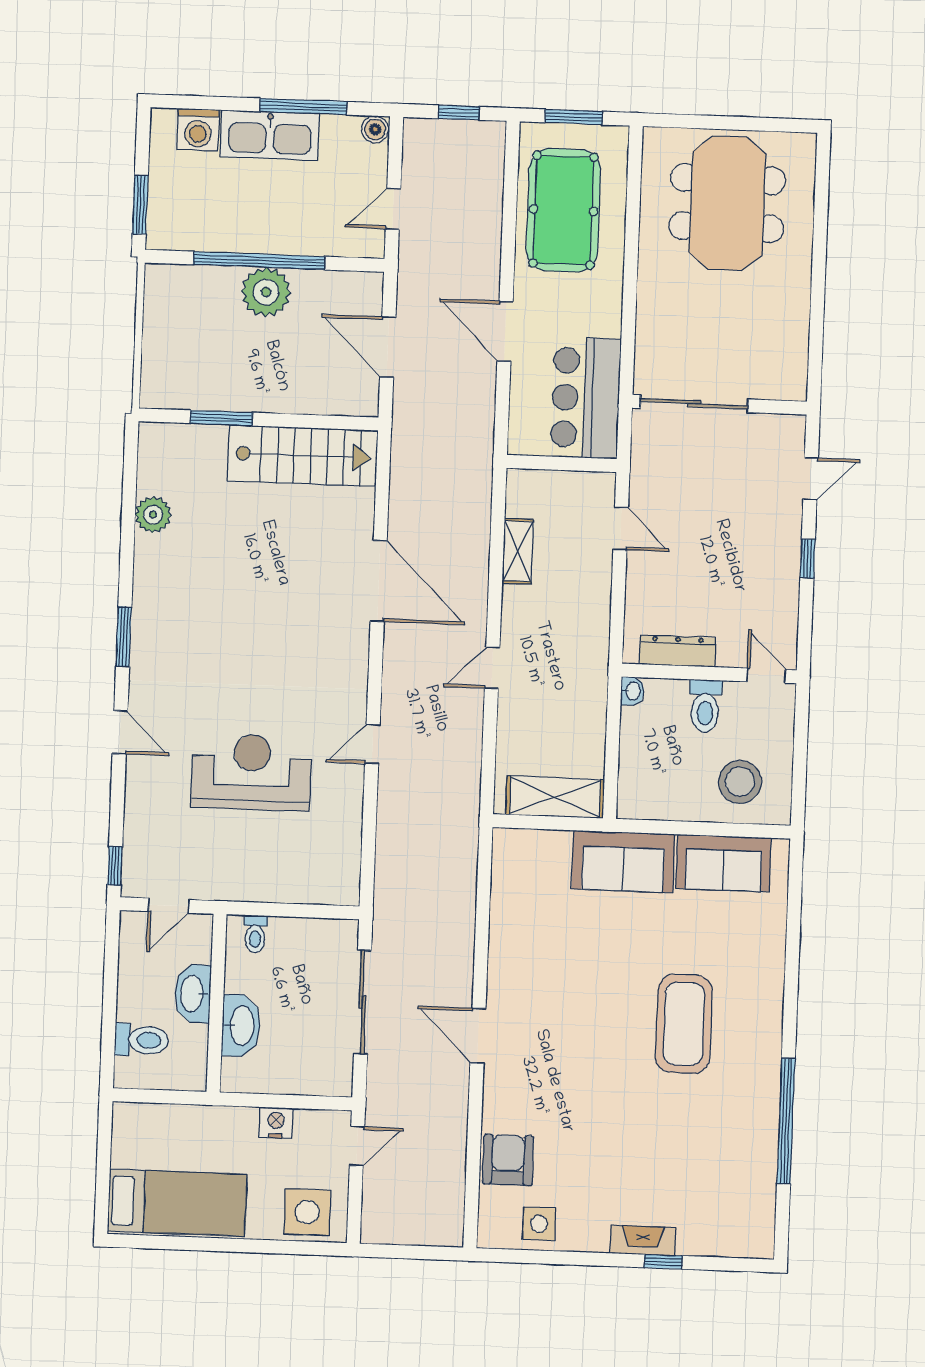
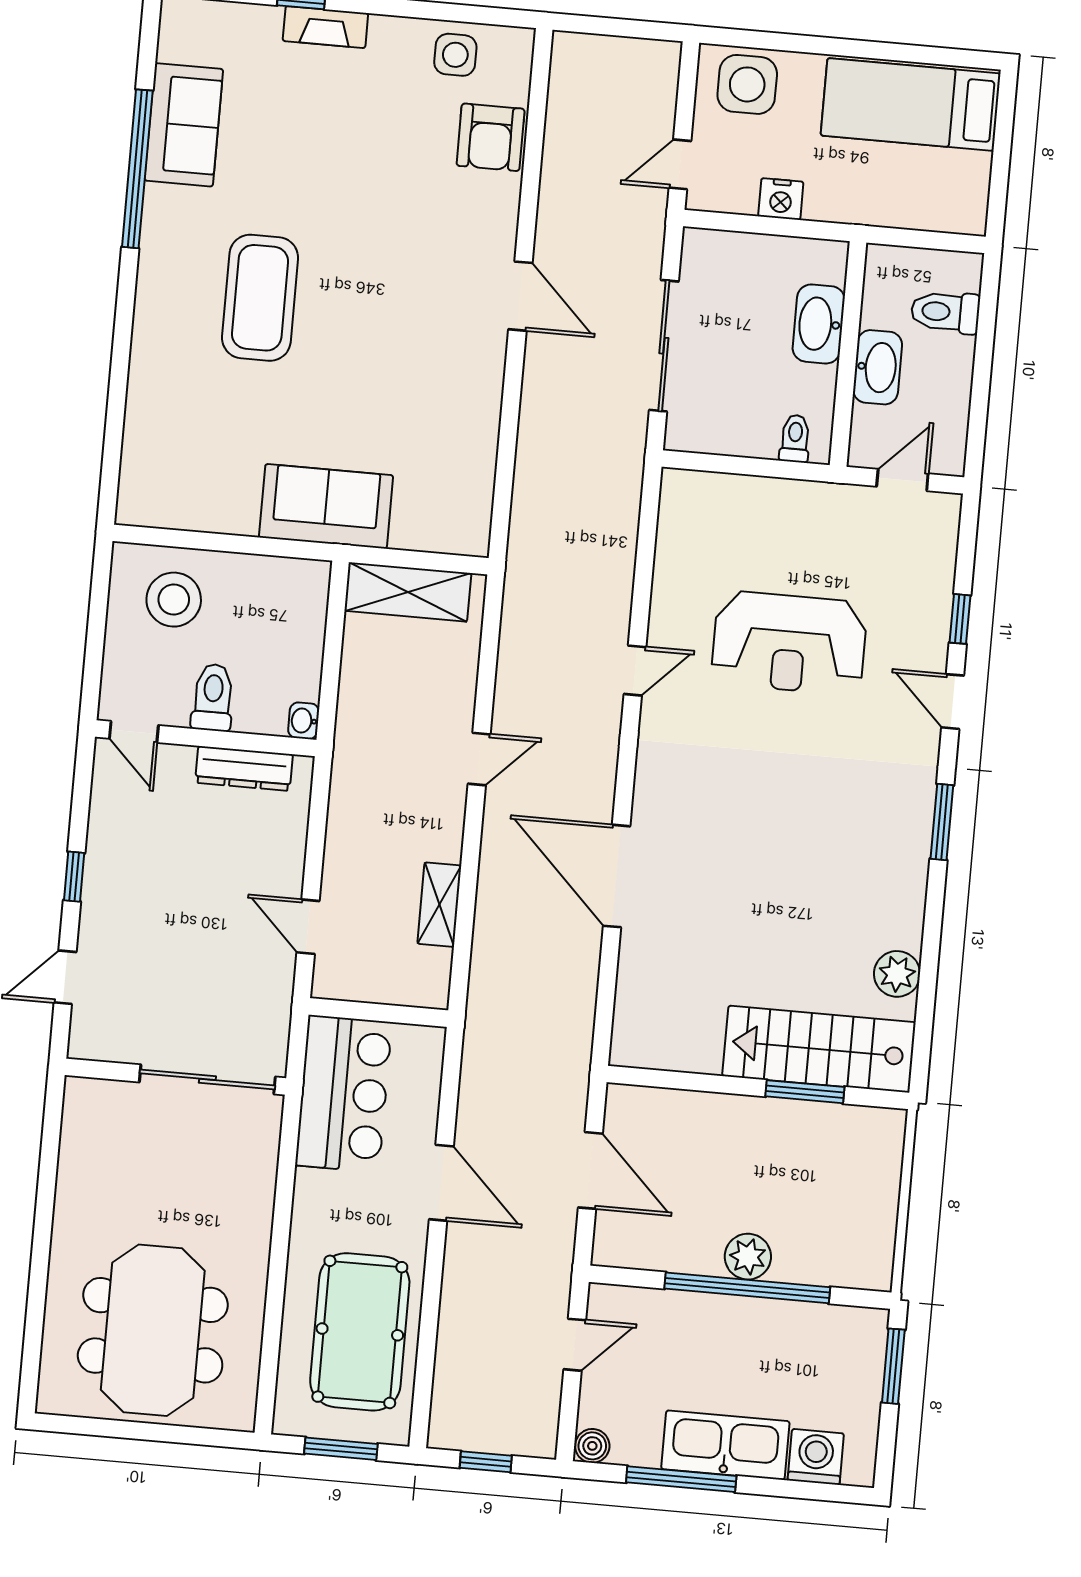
plant: (266, 292) -> (748, 1257), width x0.73, depth x0.73
stairs: (303, 456) -> (819, 1049), moved
sofa: (723, 863) -> (184, 125), moved, turned 90
window: (115, 866) -> (960, 619), moved

